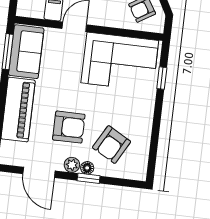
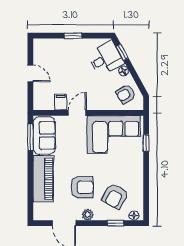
floor lamp: (87, 168) -> (134, 216), moved
window: (89, 178) -> (116, 223), moved

